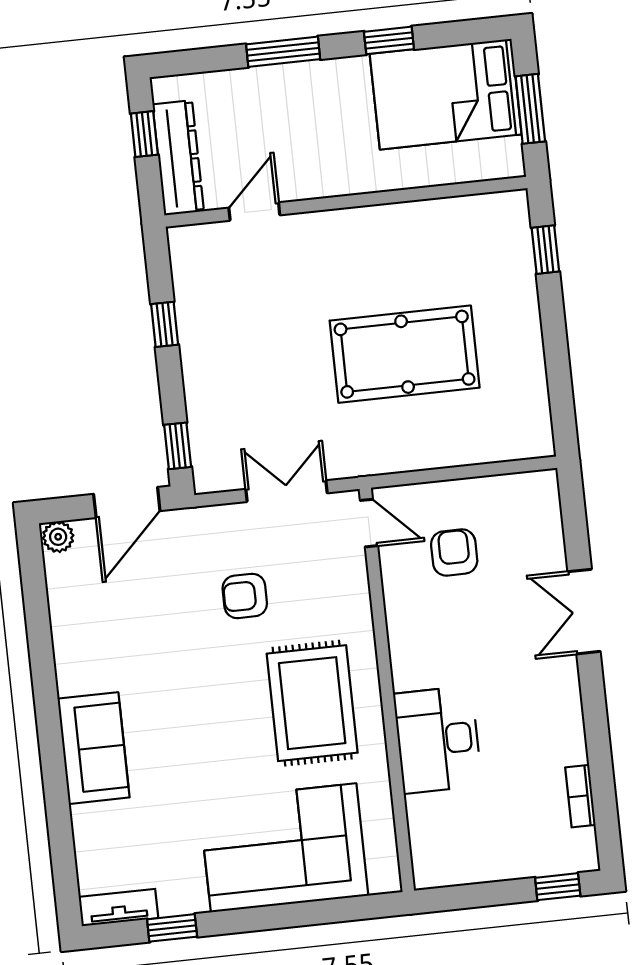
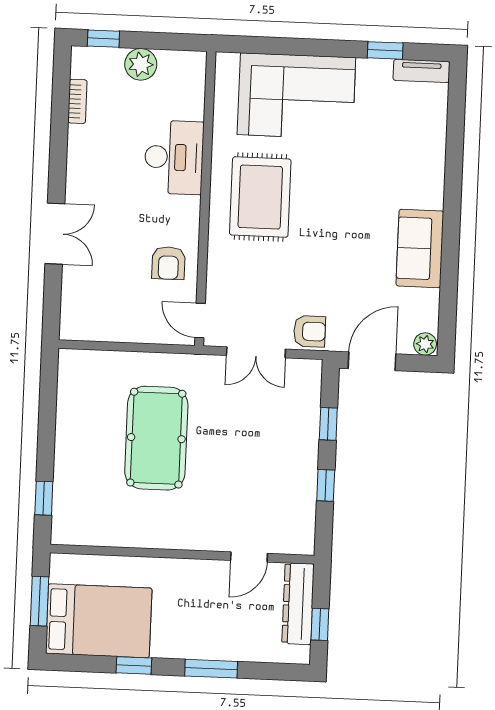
pool table: (405, 354) -> (156, 438), turned 90
window: (178, 446) -> (328, 424), moved
armchair: (454, 552) -> (168, 263), moved
armchair: (245, 596) -> (310, 331), moved
sofa: (94, 748) -> (420, 248), moved
plant: (502, 859) -> (141, 64), added

